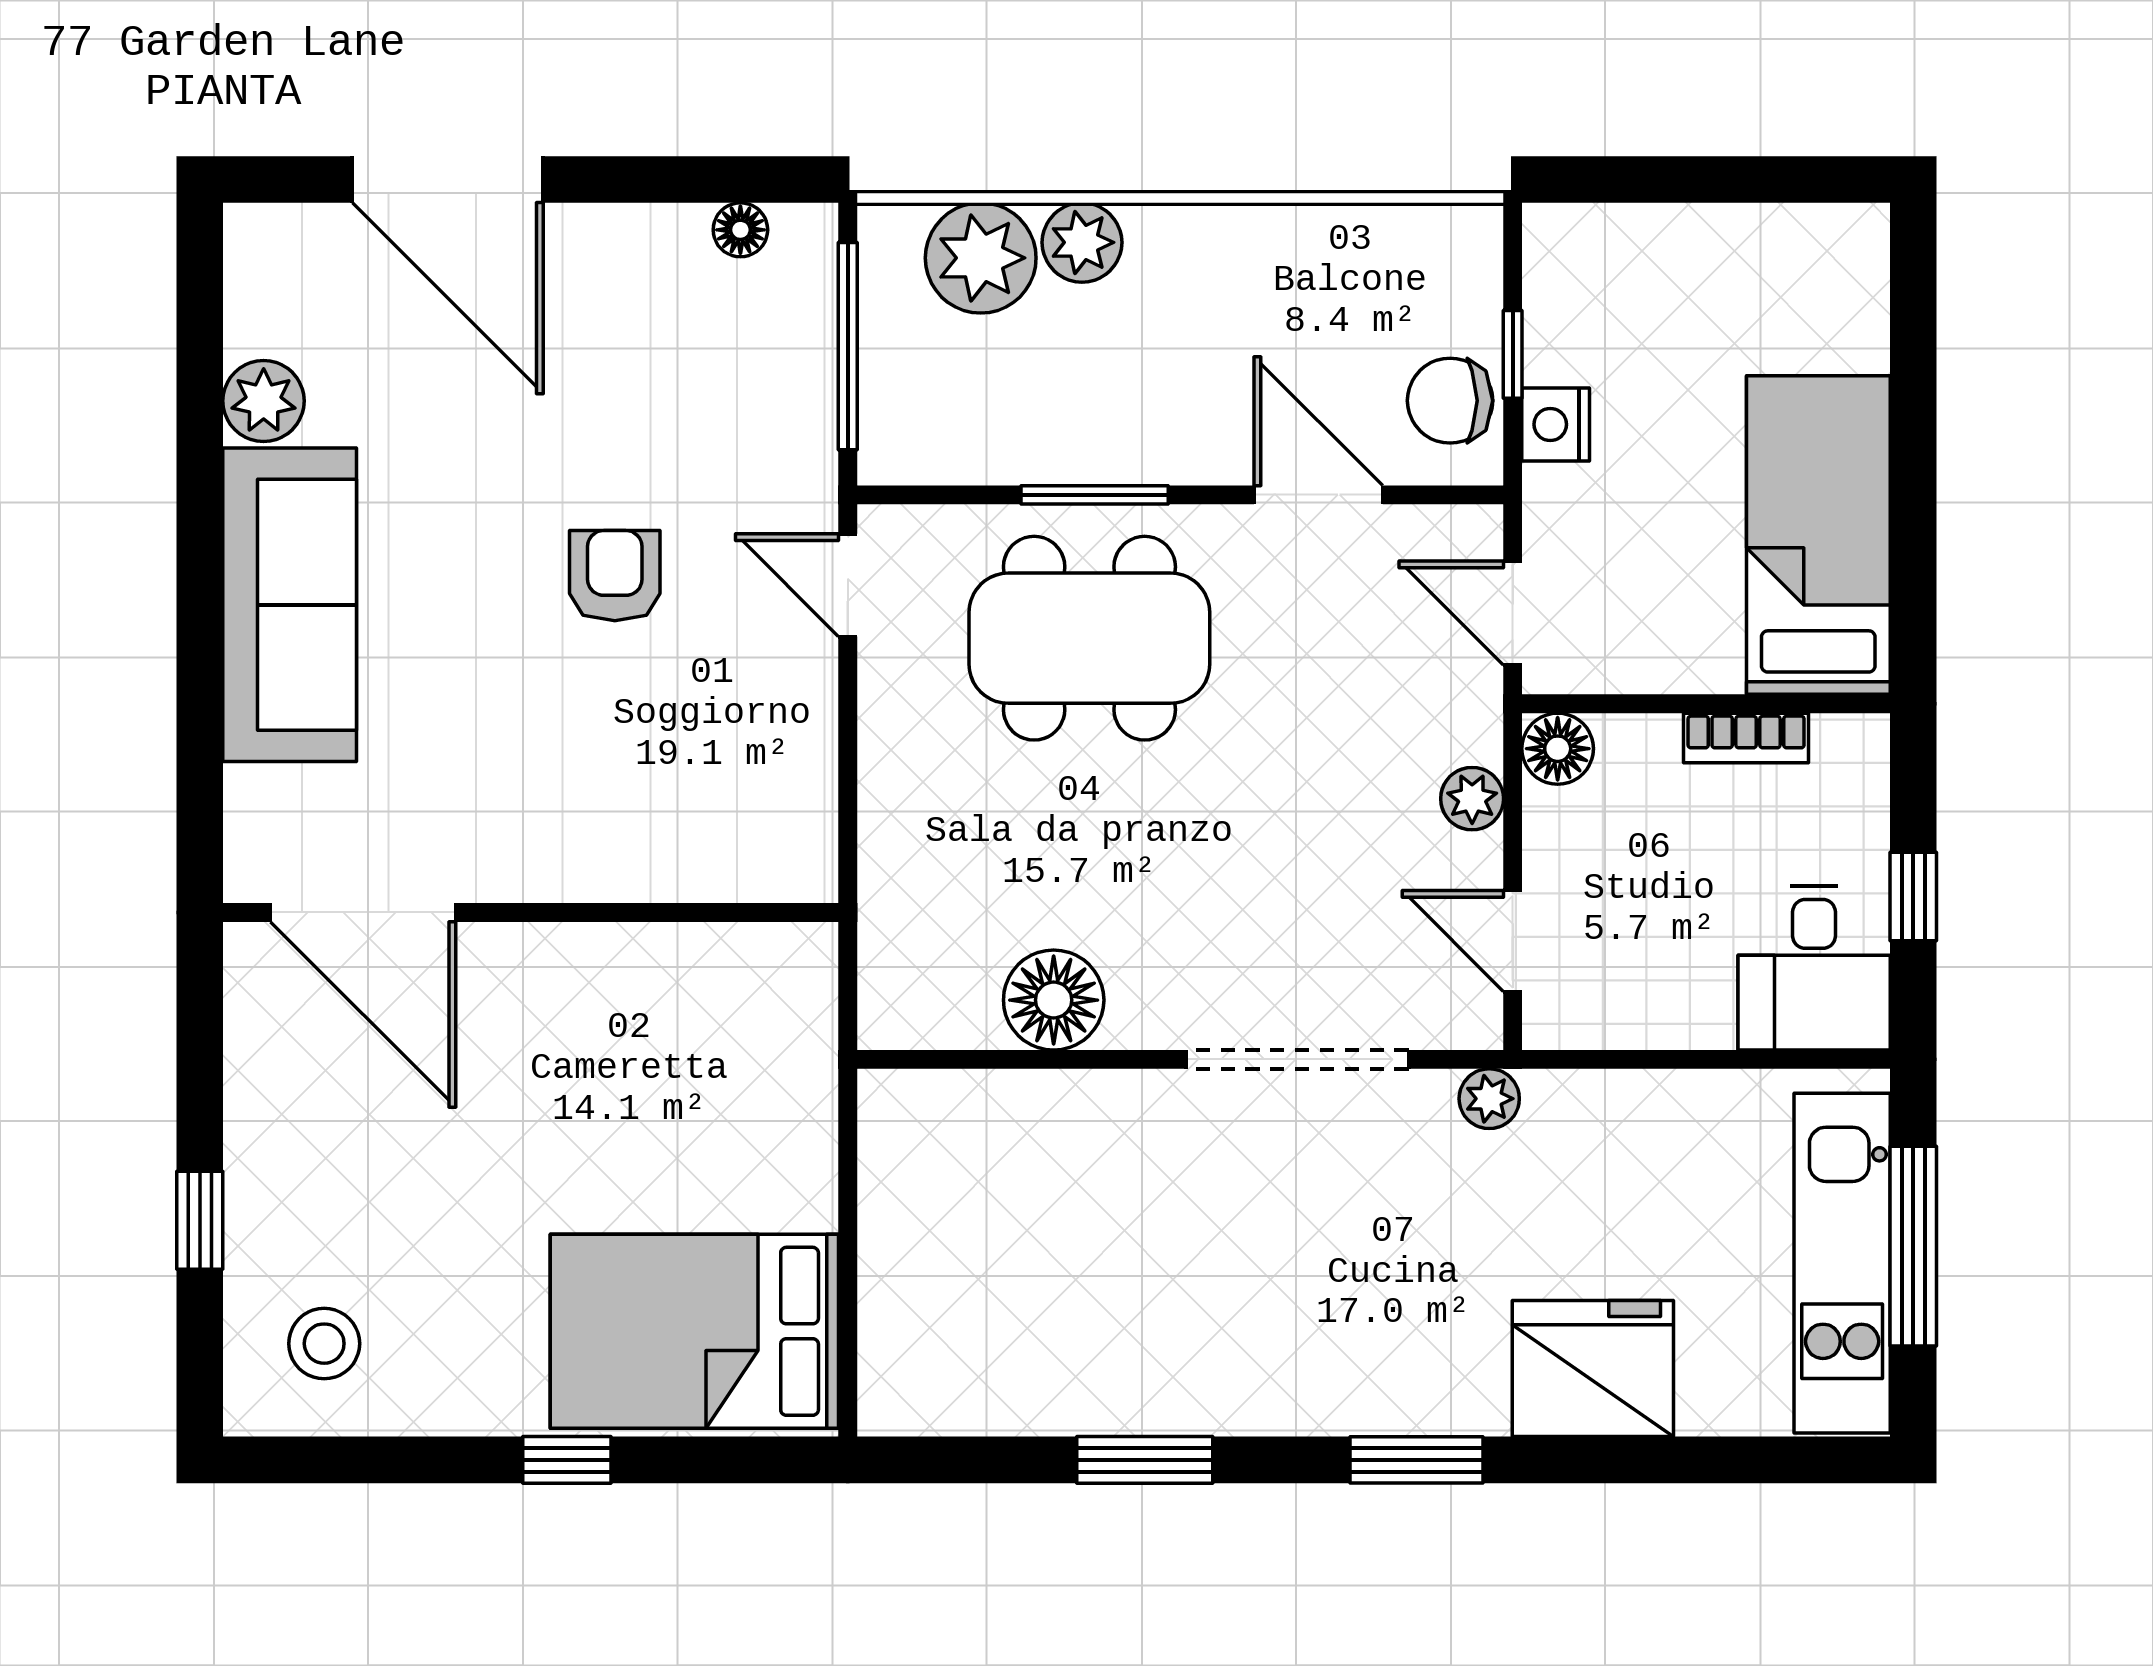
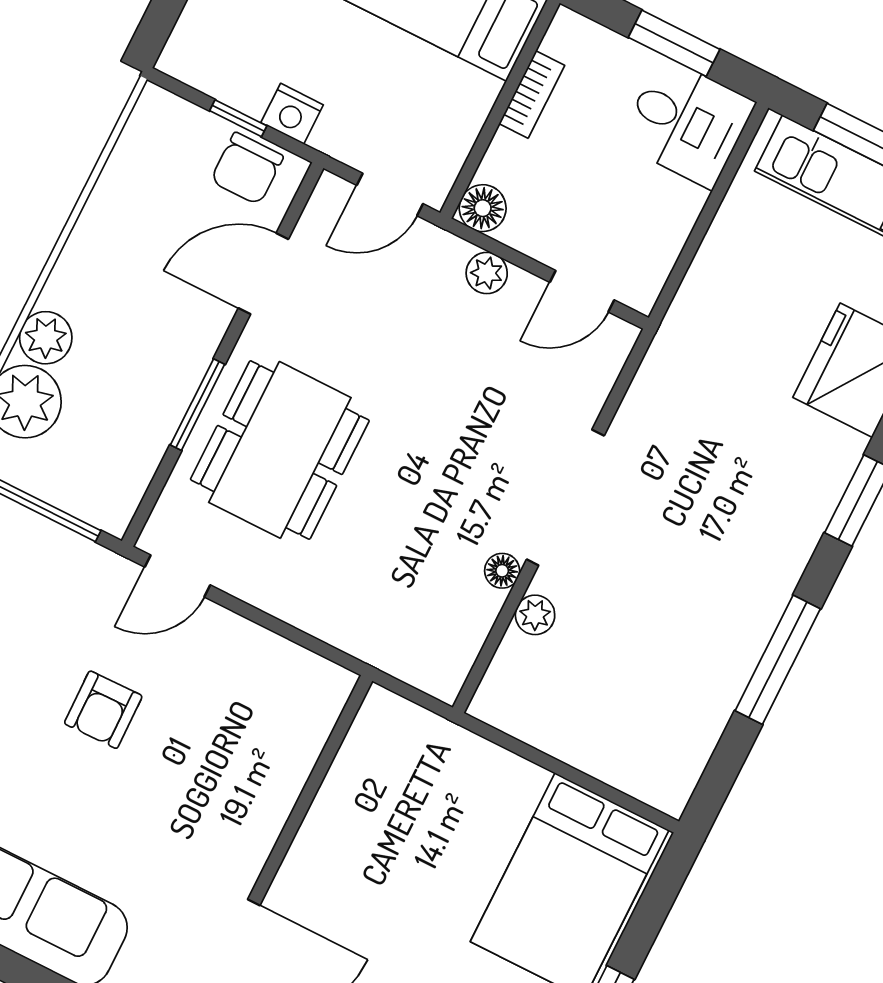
armchair: (615, 576) -> (103, 710), turned -91
window: (1913, 897) -> (674, 43), width x1.50
floor lamp: (1054, 1000) -> (502, 571), width x0.53, depth x0.53
doorway: (1297, 1059) -> (565, 497), moved
plant: (1489, 1099) -> (535, 615), moved
window: (1145, 1460) -> (778, 660), width x1.44

